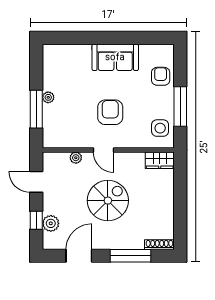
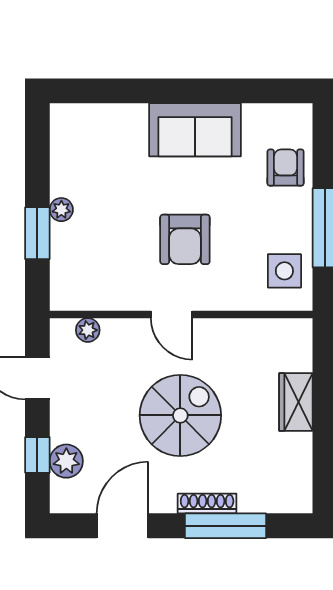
window: (36, 109) -> (37, 233), width x0.69
armchair: (110, 112) -> (185, 239), turned 180
plant: (76, 158) -> (88, 330), moved
wardrobe: (160, 160) -> (296, 402), moved, turned 90
shoe rack: (159, 245) -> (207, 503), moved

